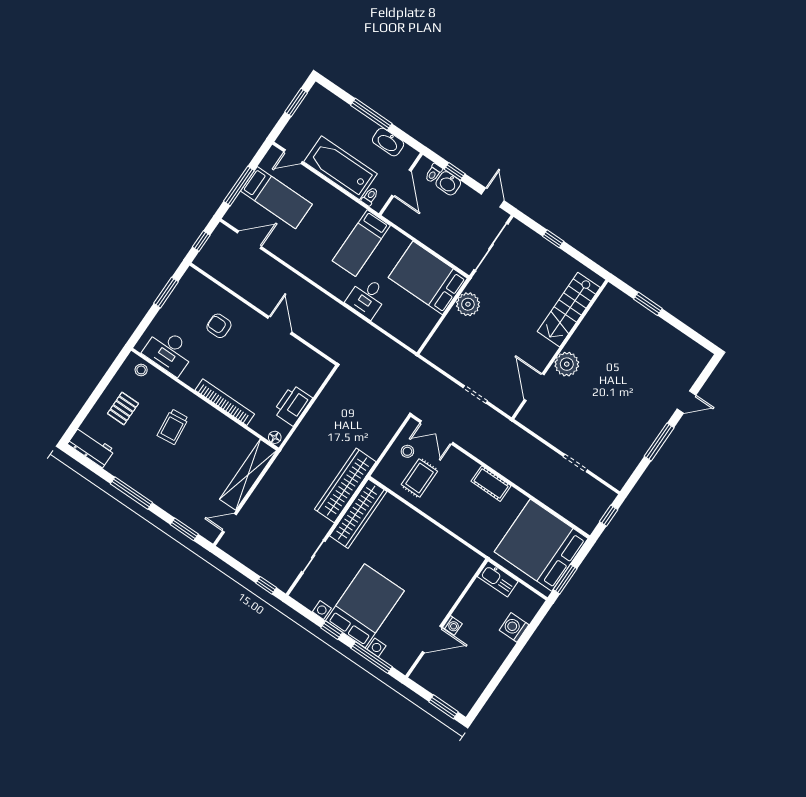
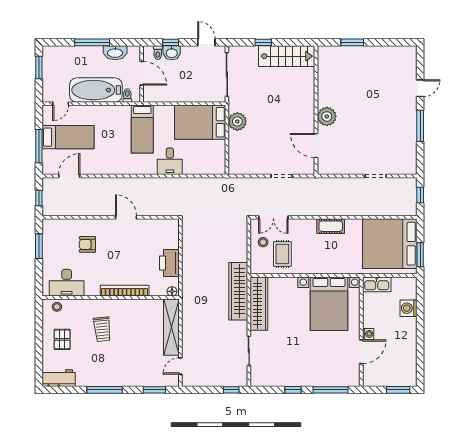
stairs: (569, 310) -> (287, 56), moved, turned -90
bed with nightstands: (365, 606) -> (329, 304), moved, turned 180

